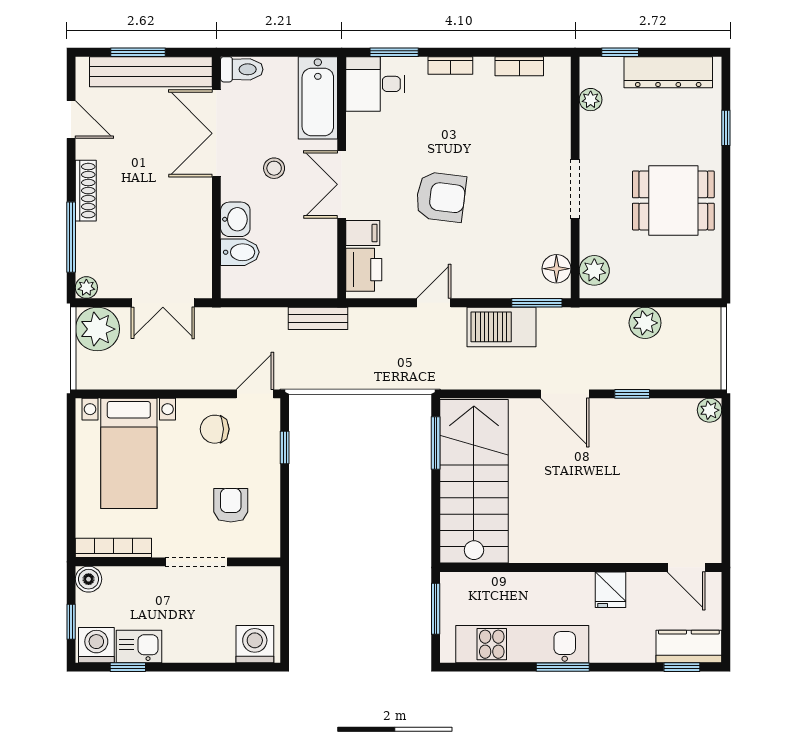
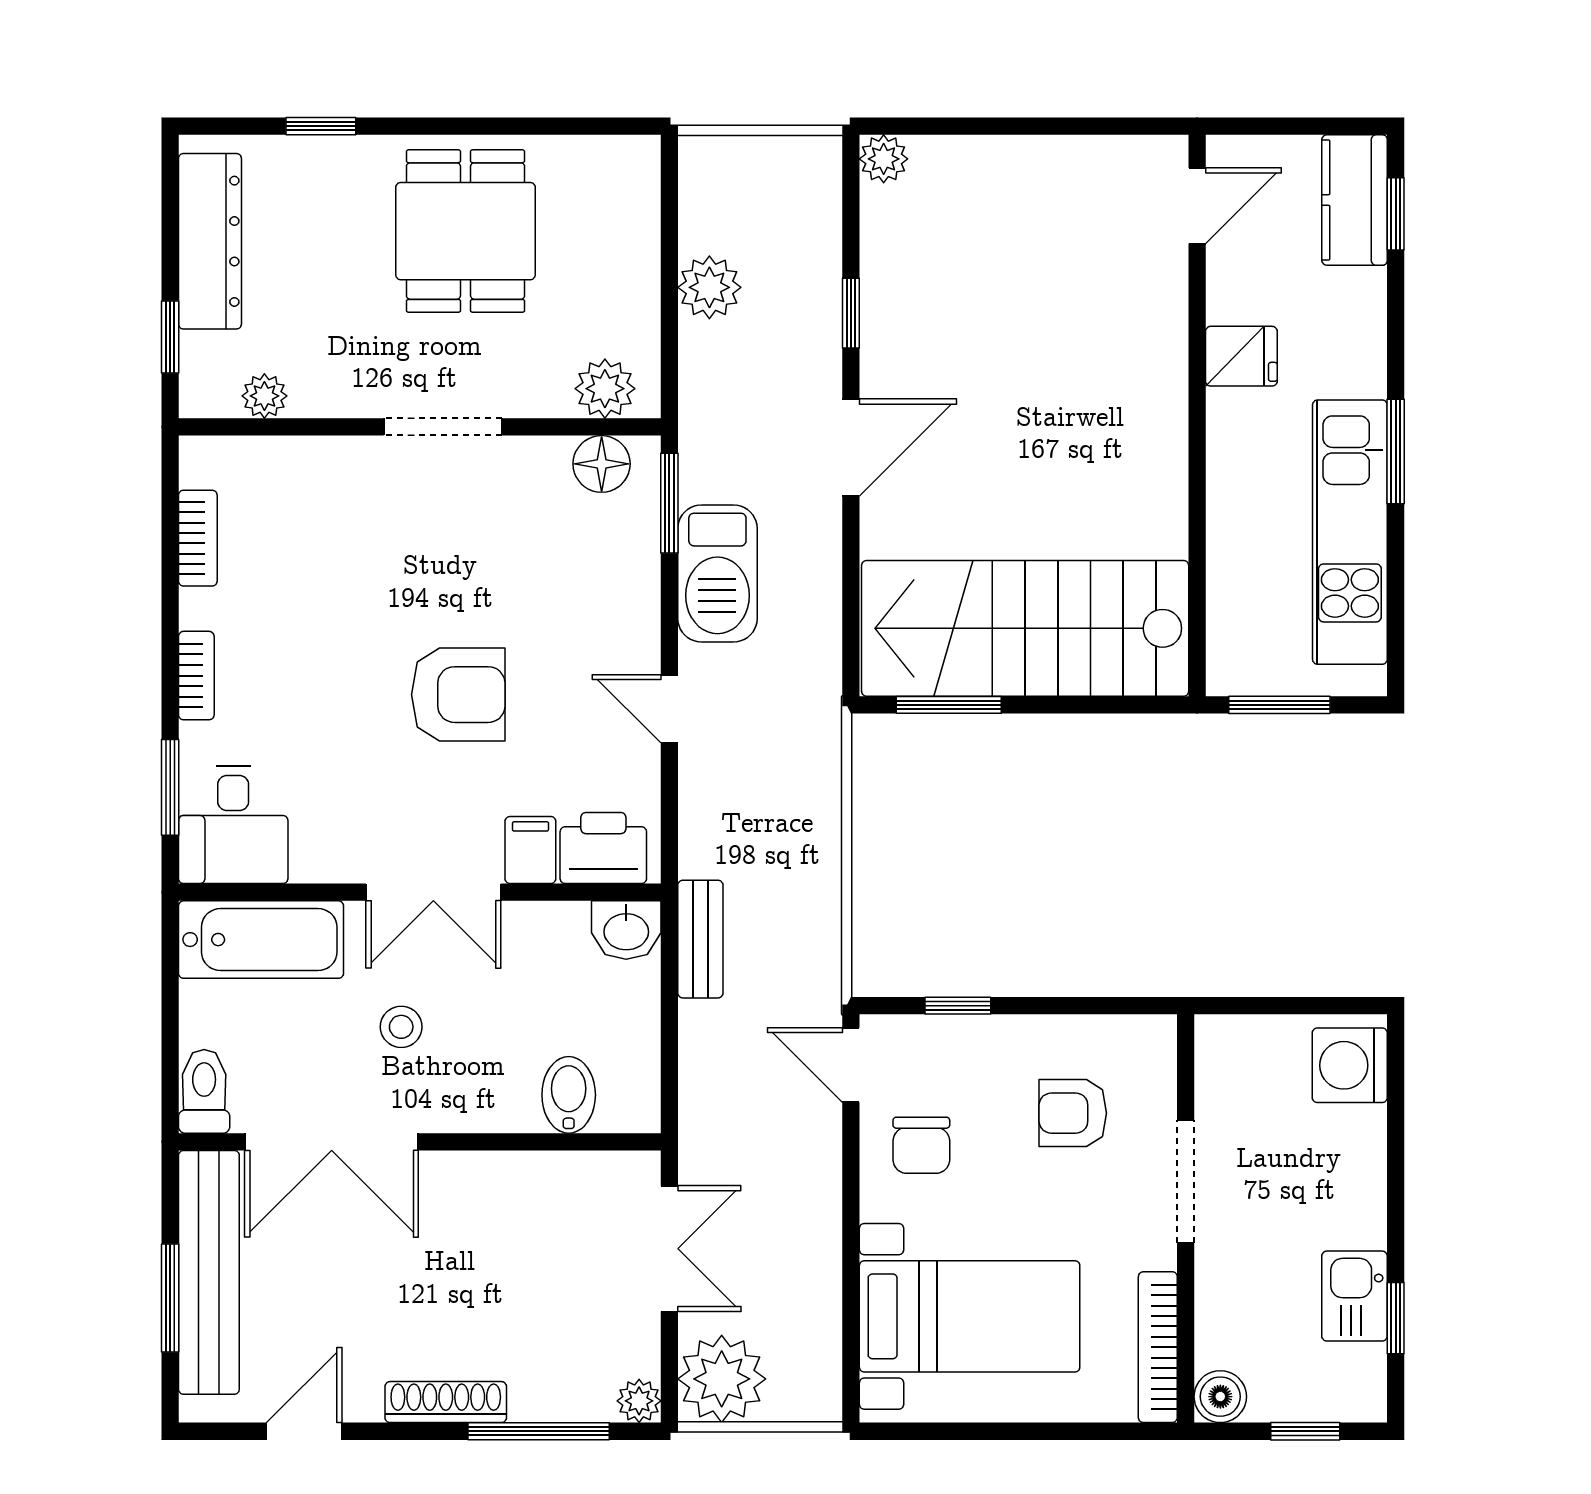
armchair: (441, 197) -> (458, 695), turned 83
washbasin: (235, 219) -> (626, 930), moved, turned 180
washing machine: (96, 645) -> (1352, 1381), removed

